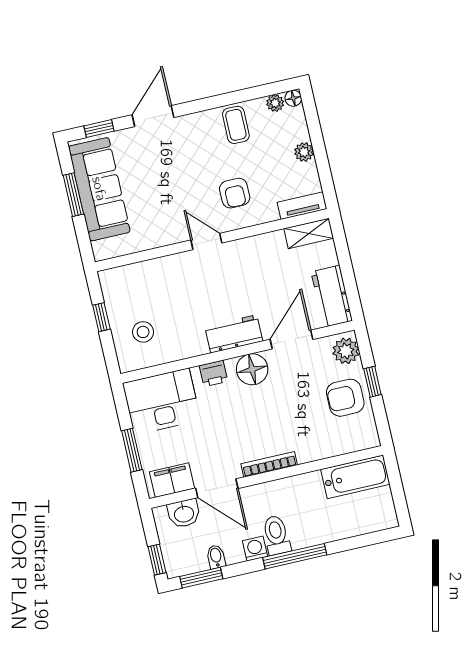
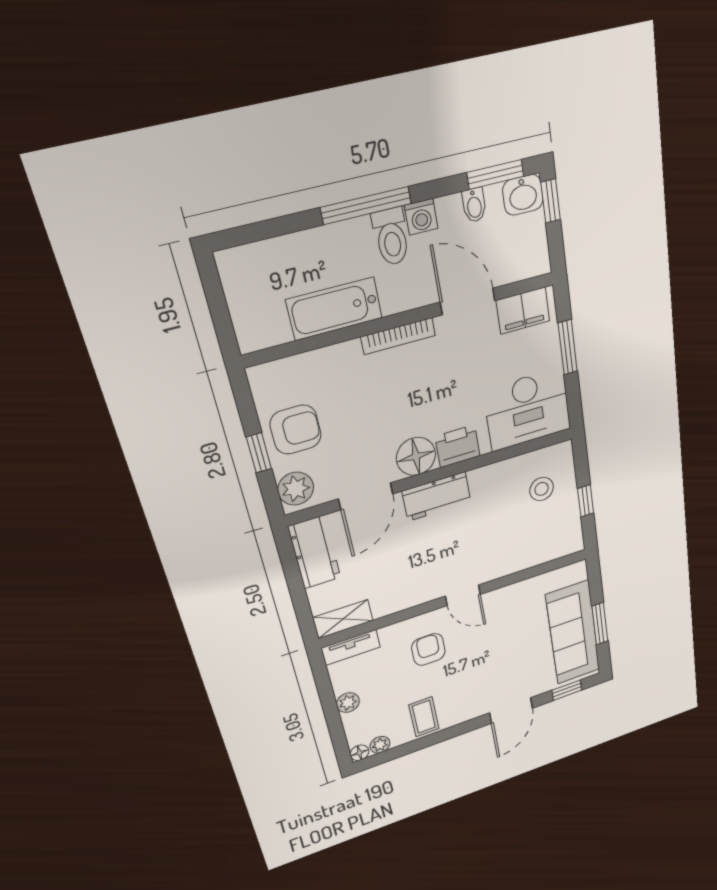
printer: (214, 373) -> (458, 446), width x1.36, depth x1.24
bathtub: (355, 477) -> (334, 309), moved
washbasin: (184, 513) -> (523, 195), moved, turned 180

